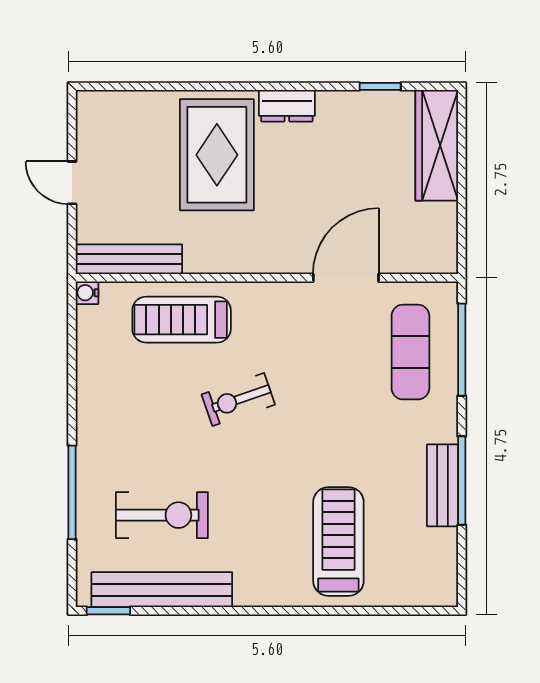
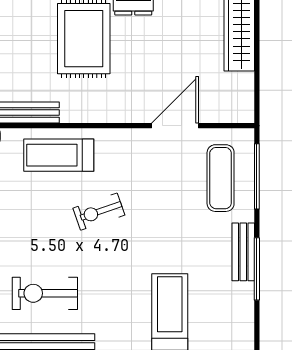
bench: (443, 485) -> (243, 252), moved
exercise bike: (162, 515) -> (45, 293), turned 180

